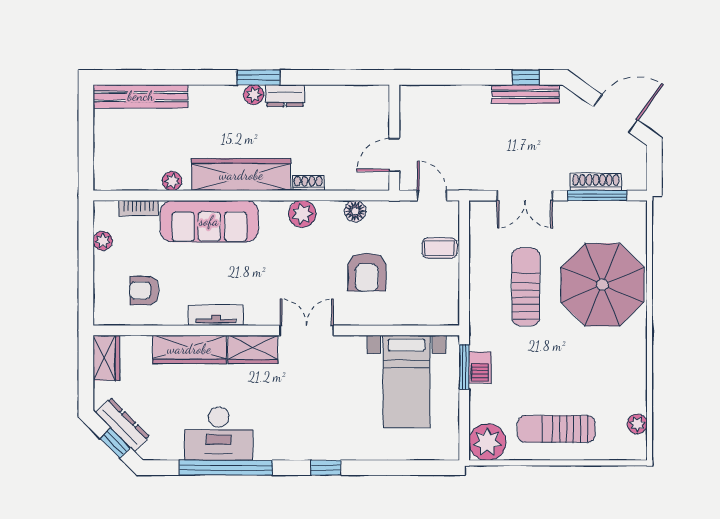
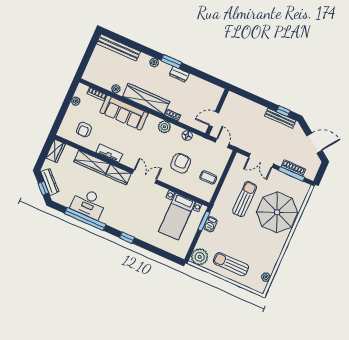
plant: (254, 95) -> (154, 62), moved
coffee table: (440, 248) -> (208, 177), moved
armchair: (367, 272) -> (181, 163), turned 180
armchair: (144, 290) -> (84, 130), turned -90

